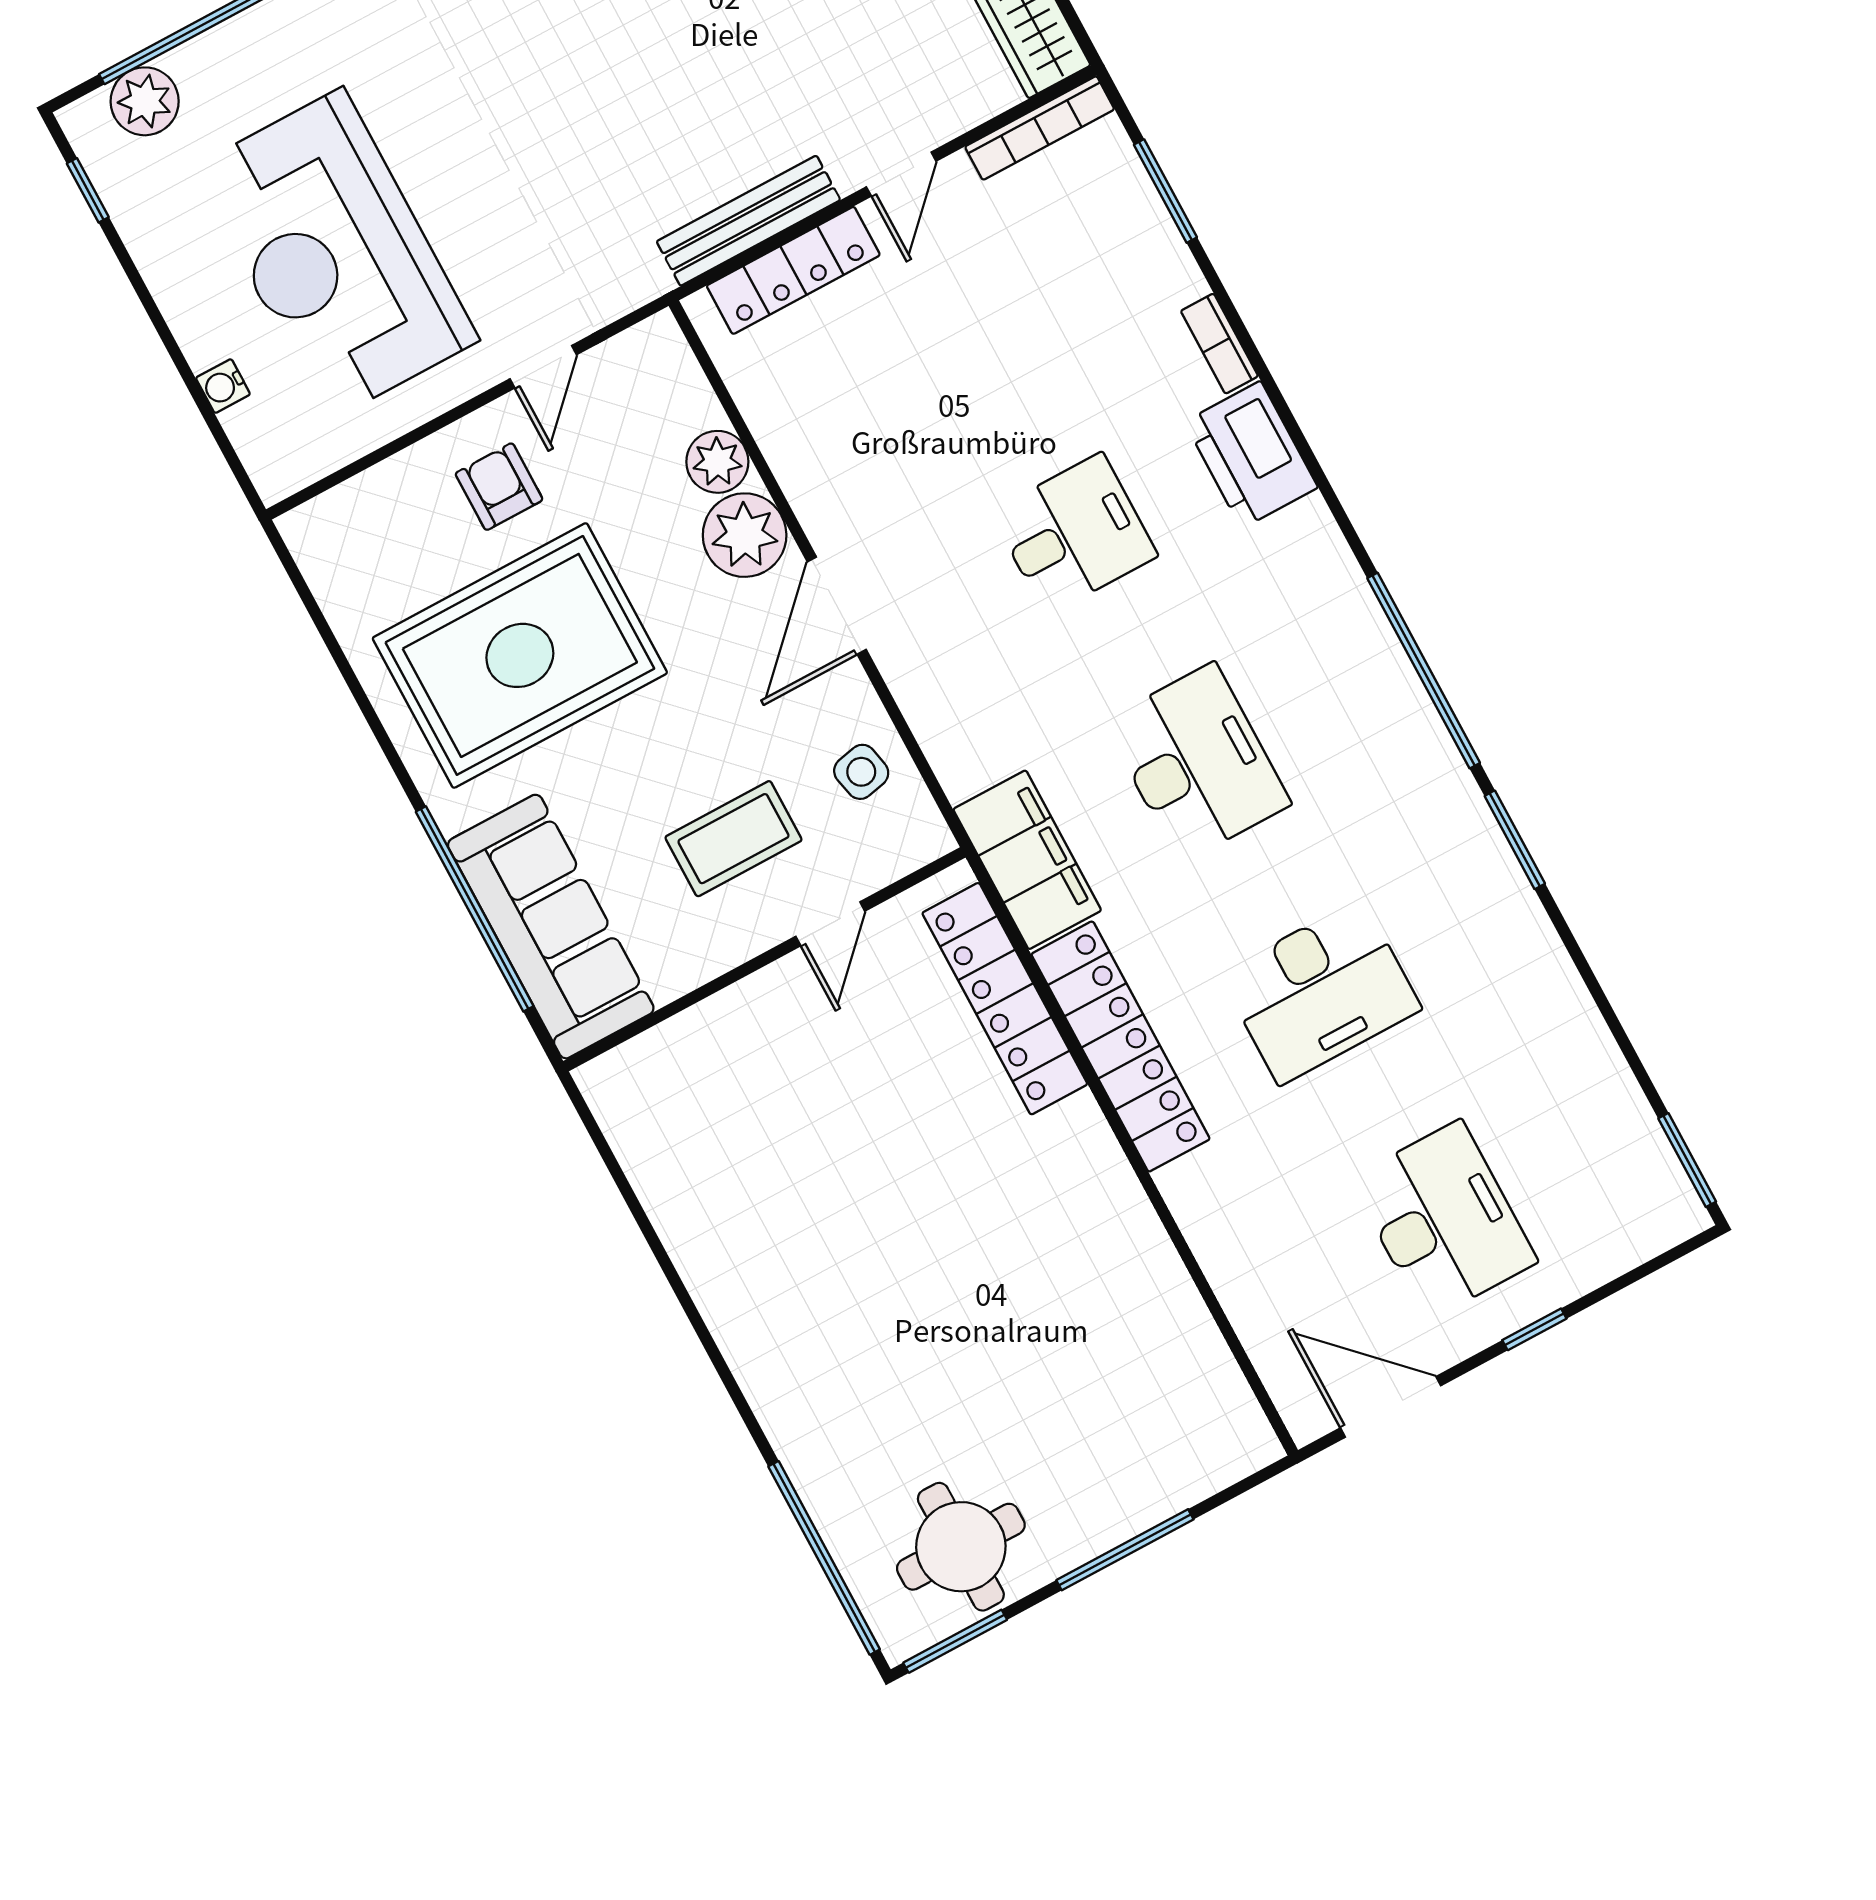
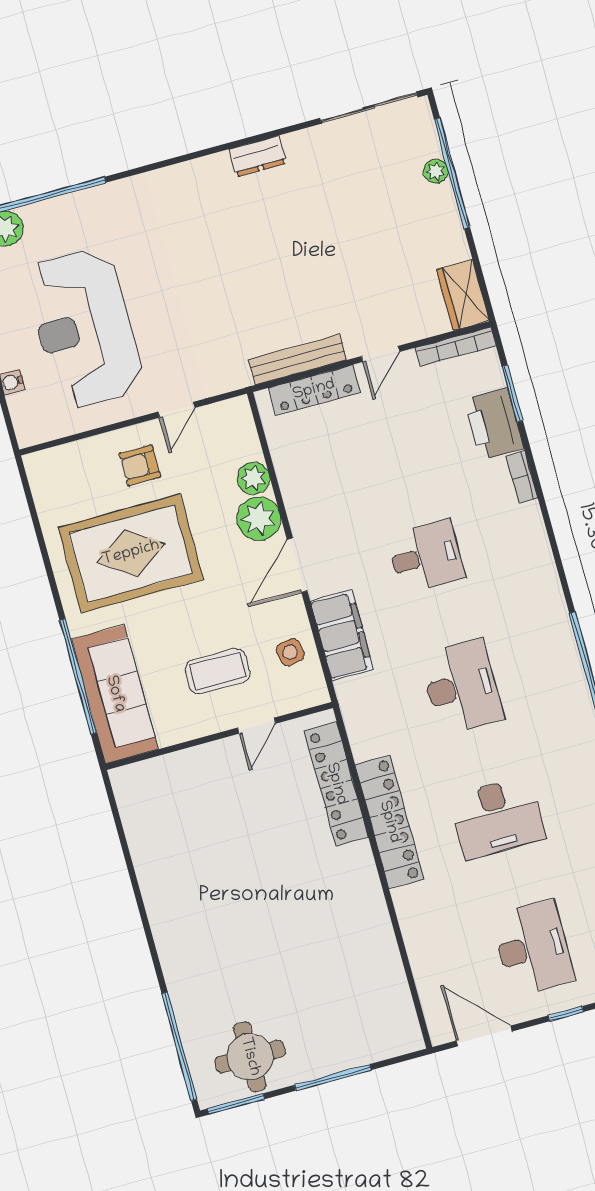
printer: (1251, 455) -> (494, 424), moved
armchair: (499, 487) -> (140, 465), turned -90
filing cabinet: (1027, 860) -> (342, 635), moved

